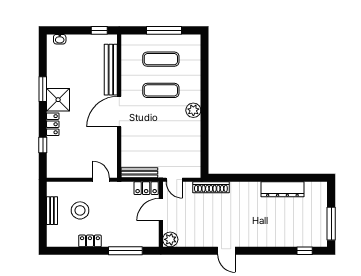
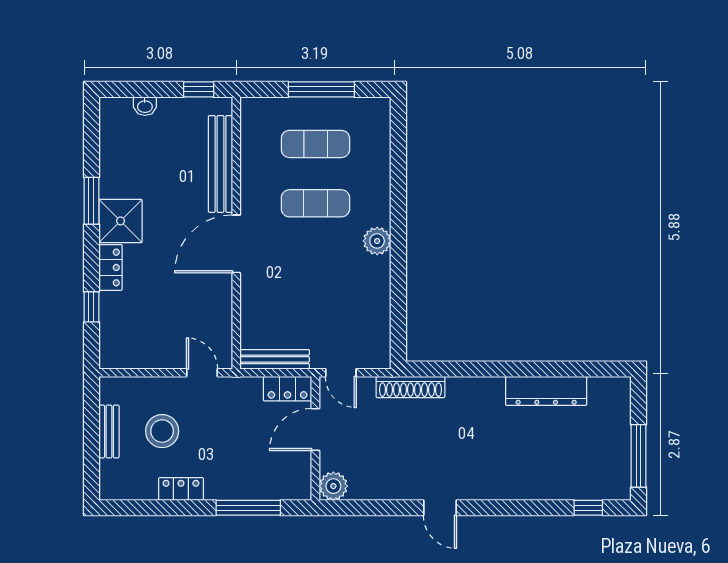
washbasin: (60, 39) -> (145, 106), moved

